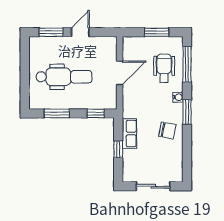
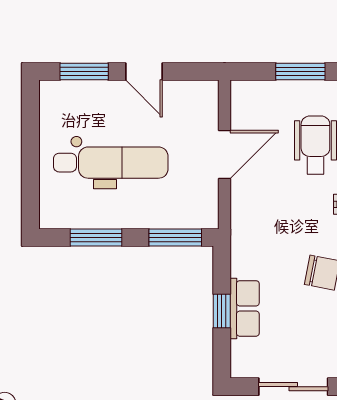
door: (80, 32) -> (144, 72), swing flipped
window: (96, 113) -> (175, 238), width x1.50
row of seats: (129, 134) -> (245, 308), moved

